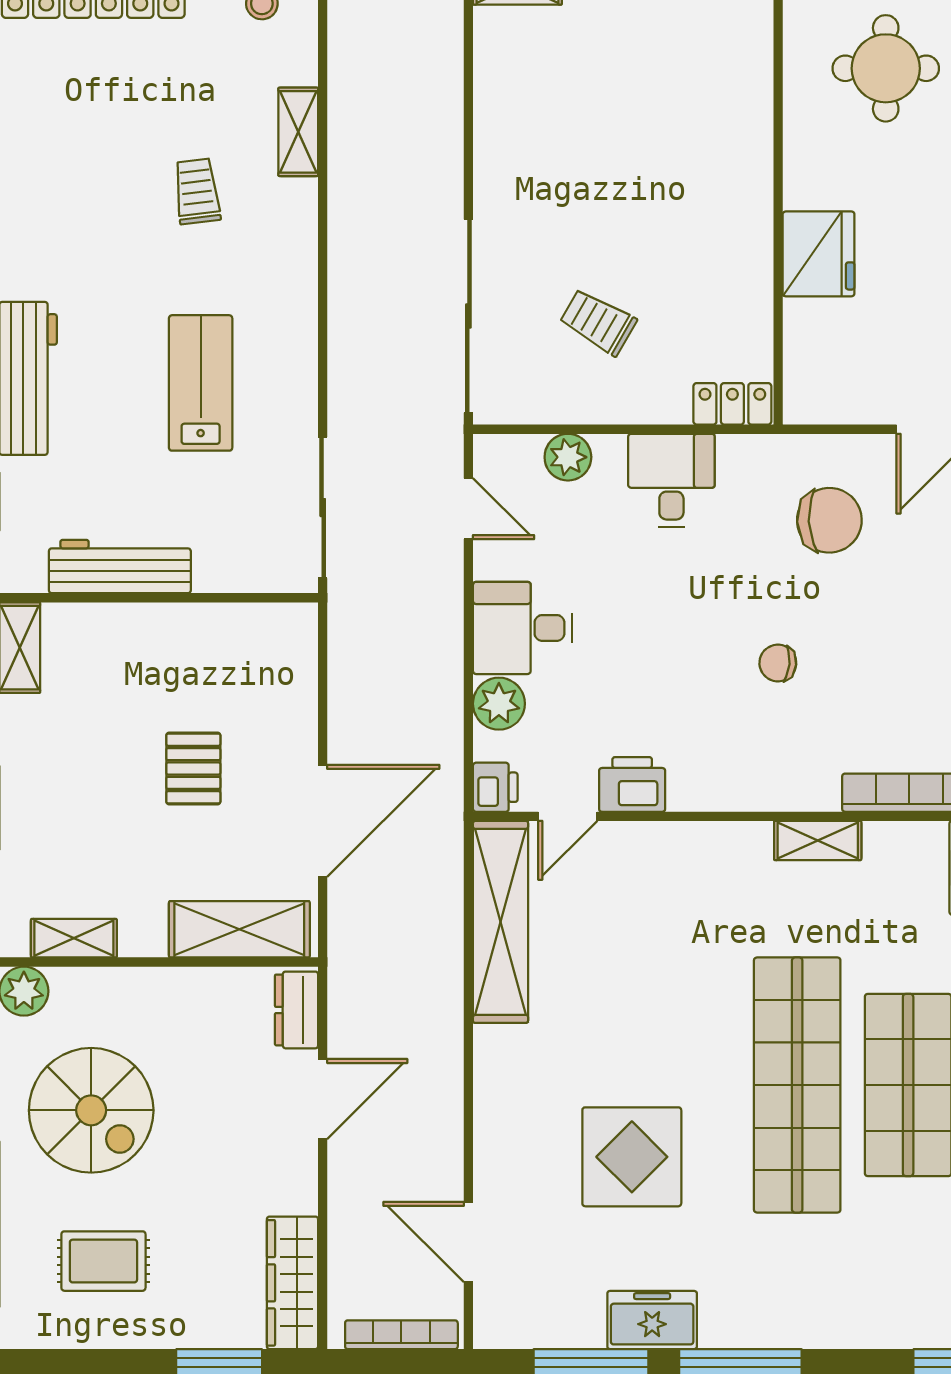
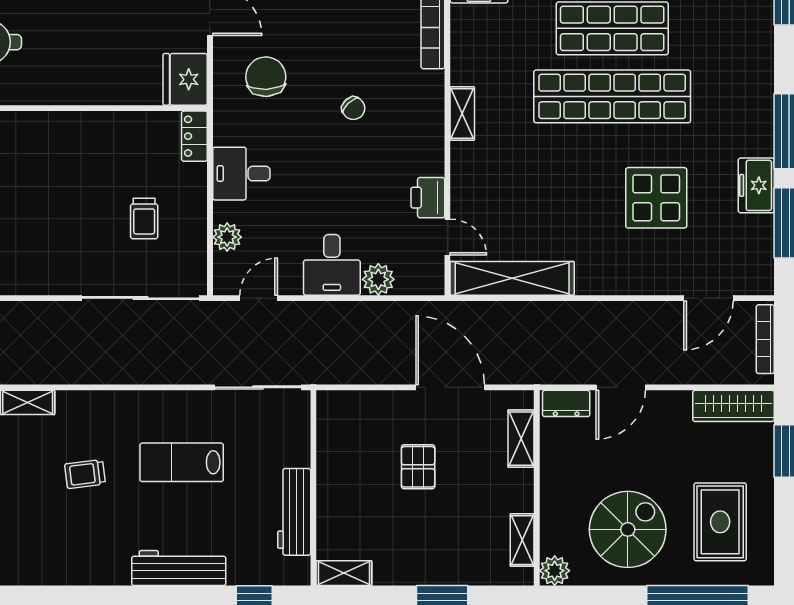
trolley: (197, 191) -> (85, 474), moved
fridge: (819, 254) -> (185, 79), moved, turned -90
trolley: (598, 322) -> (144, 219), turned -30
chair: (778, 663) -> (353, 108), turned -48
pallet: (193, 768) -> (418, 467), turned 90
printer: (495, 787) -> (430, 282), removed
shelving: (818, 841) -> (462, 114), moved
shelving: (239, 929) -> (521, 439), width x0.67, depth x0.75
door: (323, 1099) -> (621, 387), swing flipped
rug: (103, 1261) -> (720, 522), width x1.36, depth x1.43

